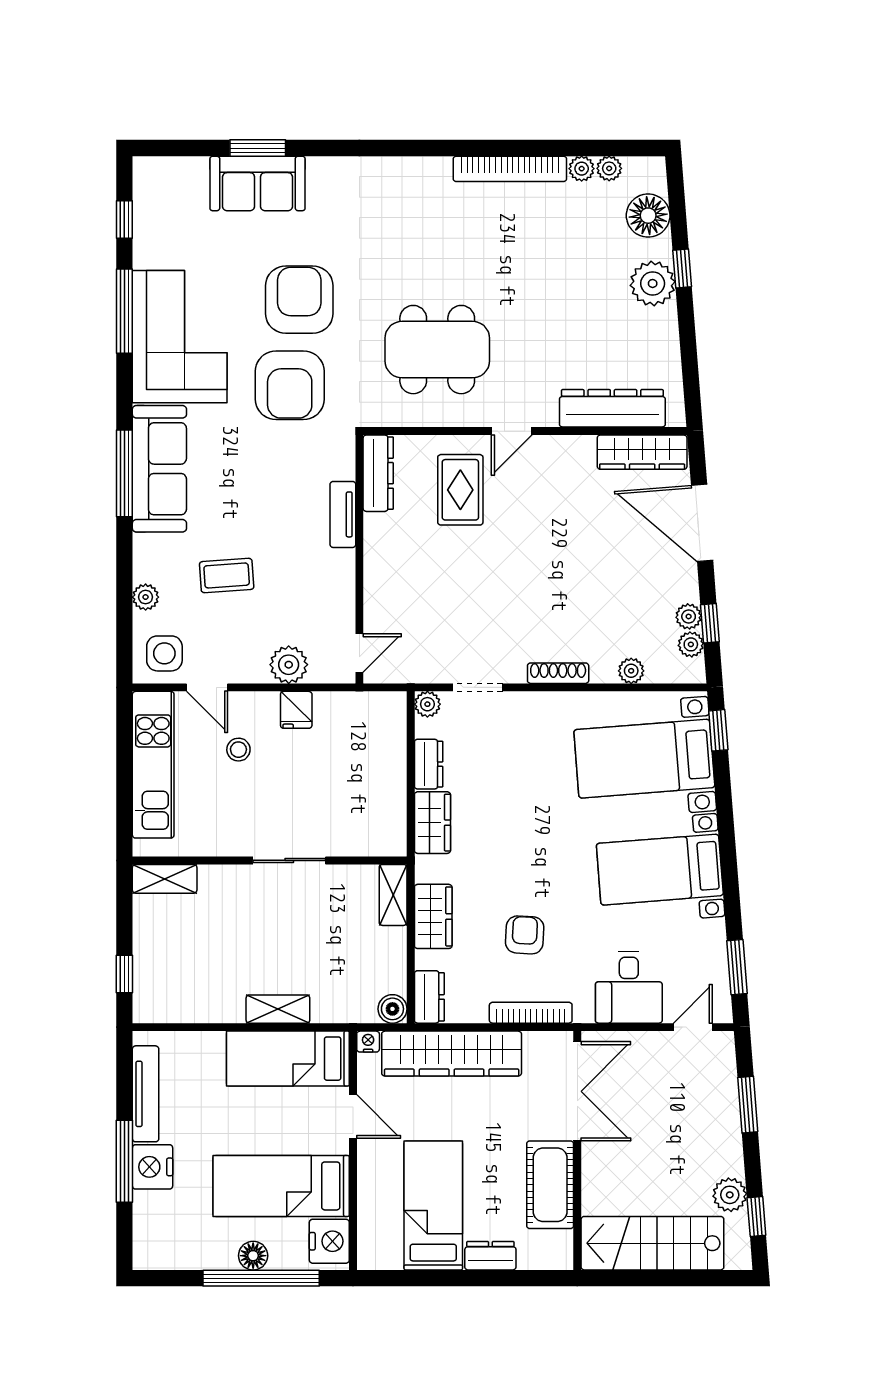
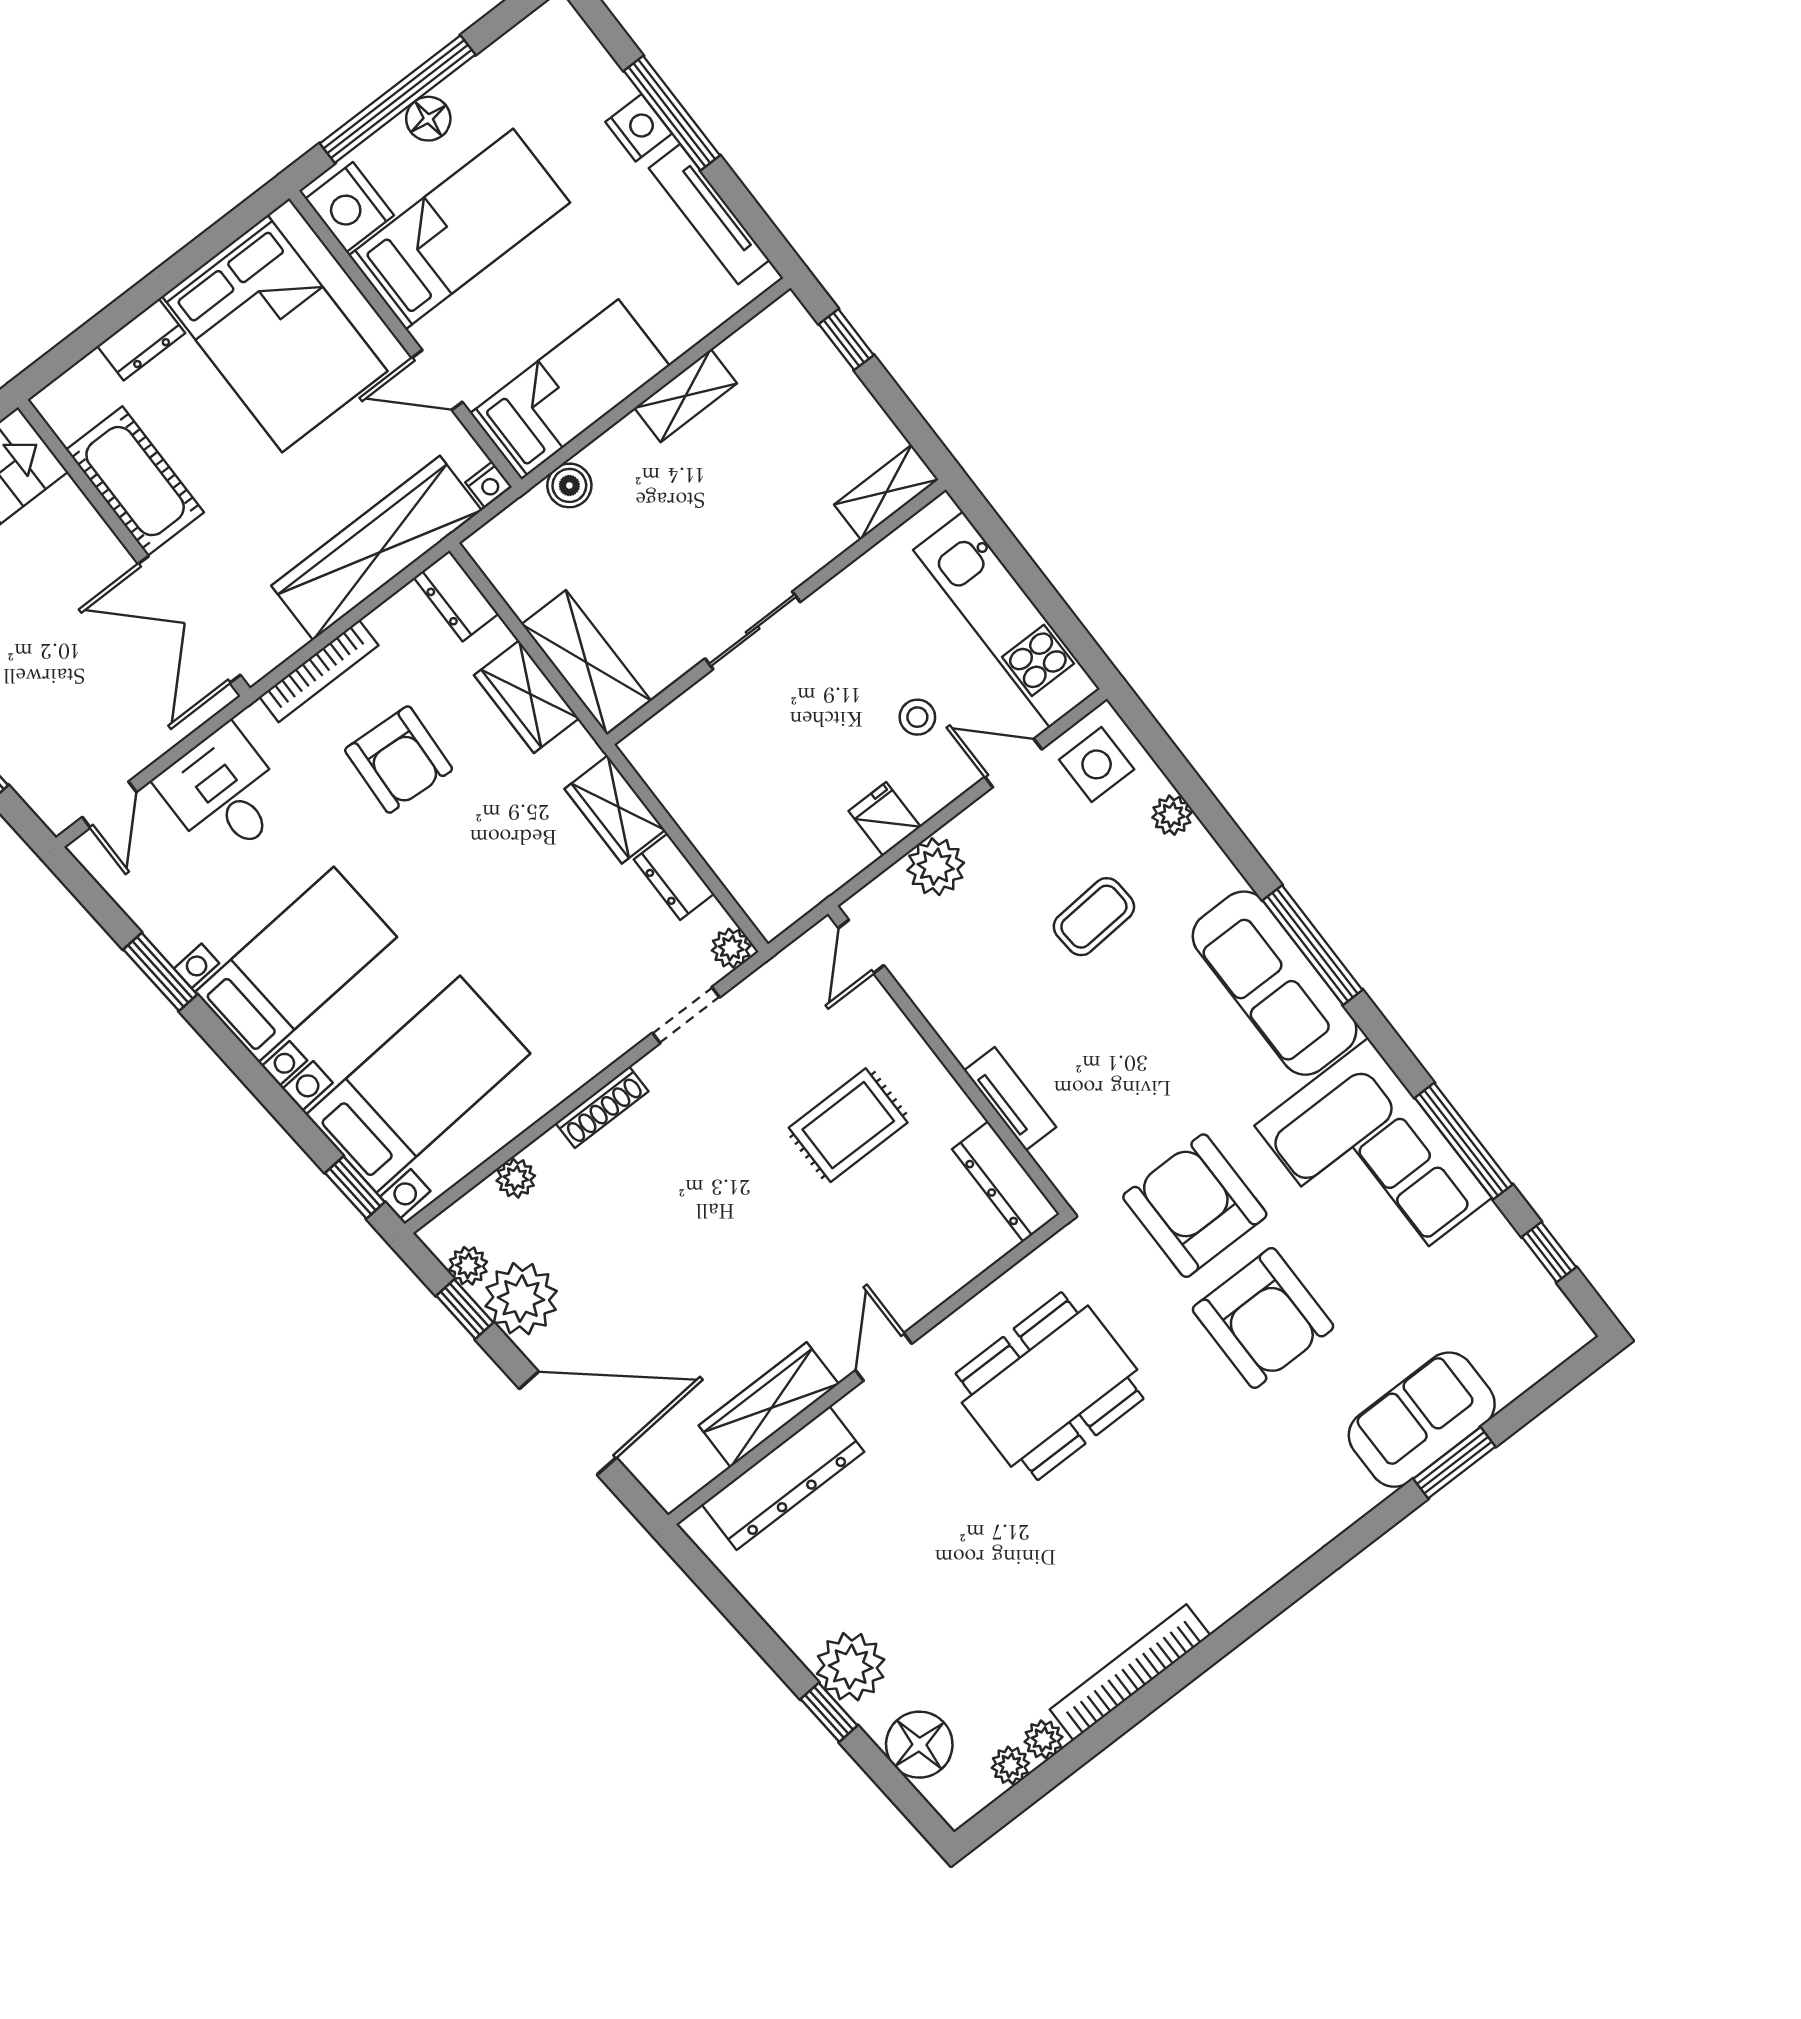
wardrobe: (642, 452) -> (769, 1405), moved
rug: (460, 490) -> (848, 1125), moved, turned 90
plant: (689, 616) -> (521, 1299), width x1.88, depth x1.88
shelving: (393, 895) -> (586, 663), width x1.50, depth x1.33
armchair: (525, 935) -> (399, 760), width x1.38, depth x1.38
window: (737, 967) -> (160, 972), moved
shelving: (278, 1009) -> (686, 396), moved
boiler: (392, 1009) -> (569, 485), moved
nightstand: (153, 1167) -> (639, 128), width x0.74, depth x0.75
bed: (433, 1205) -> (275, 334), width x1.50

